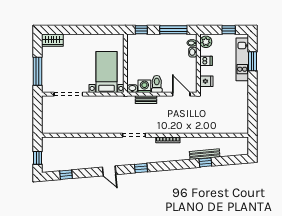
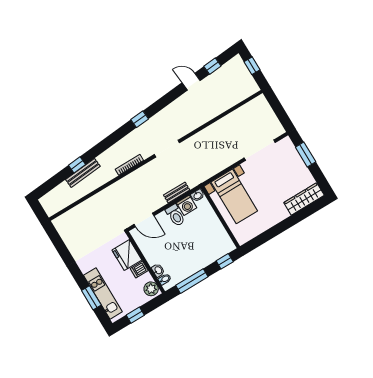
wardrobe: (52, 40) -> (304, 199), width x1.50
window: (38, 71) -> (306, 155), width x0.69
fridge: (206, 81) -> (127, 255), width x1.88, depth x1.34
door: (109, 171) -> (191, 82), moved

